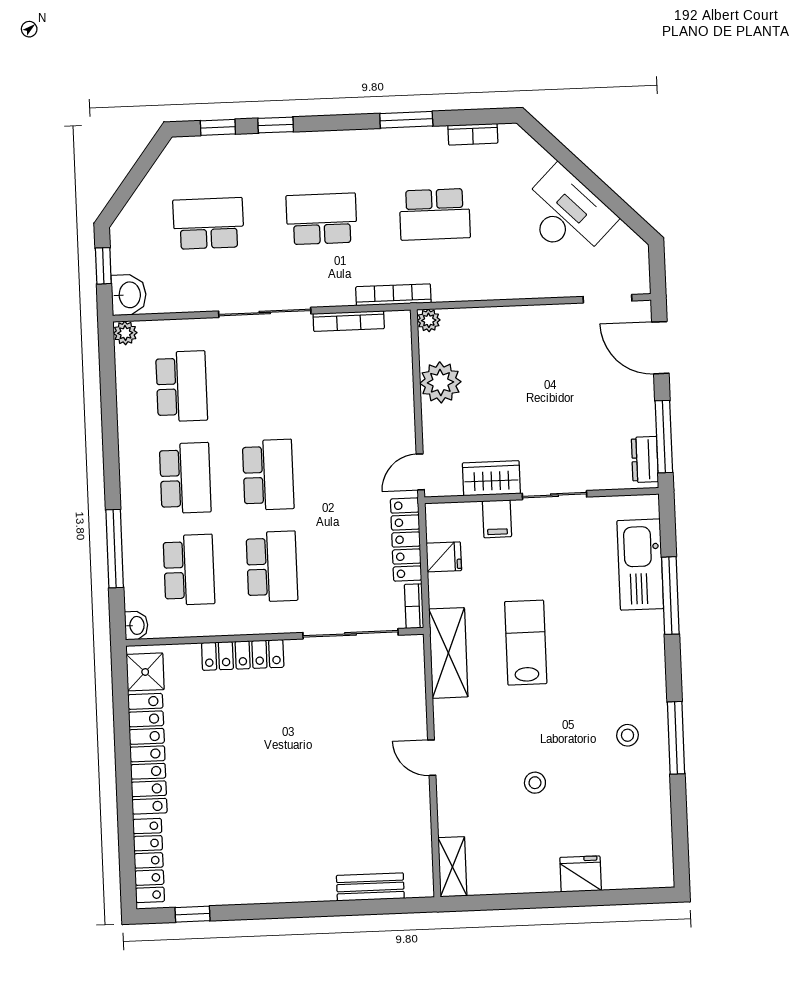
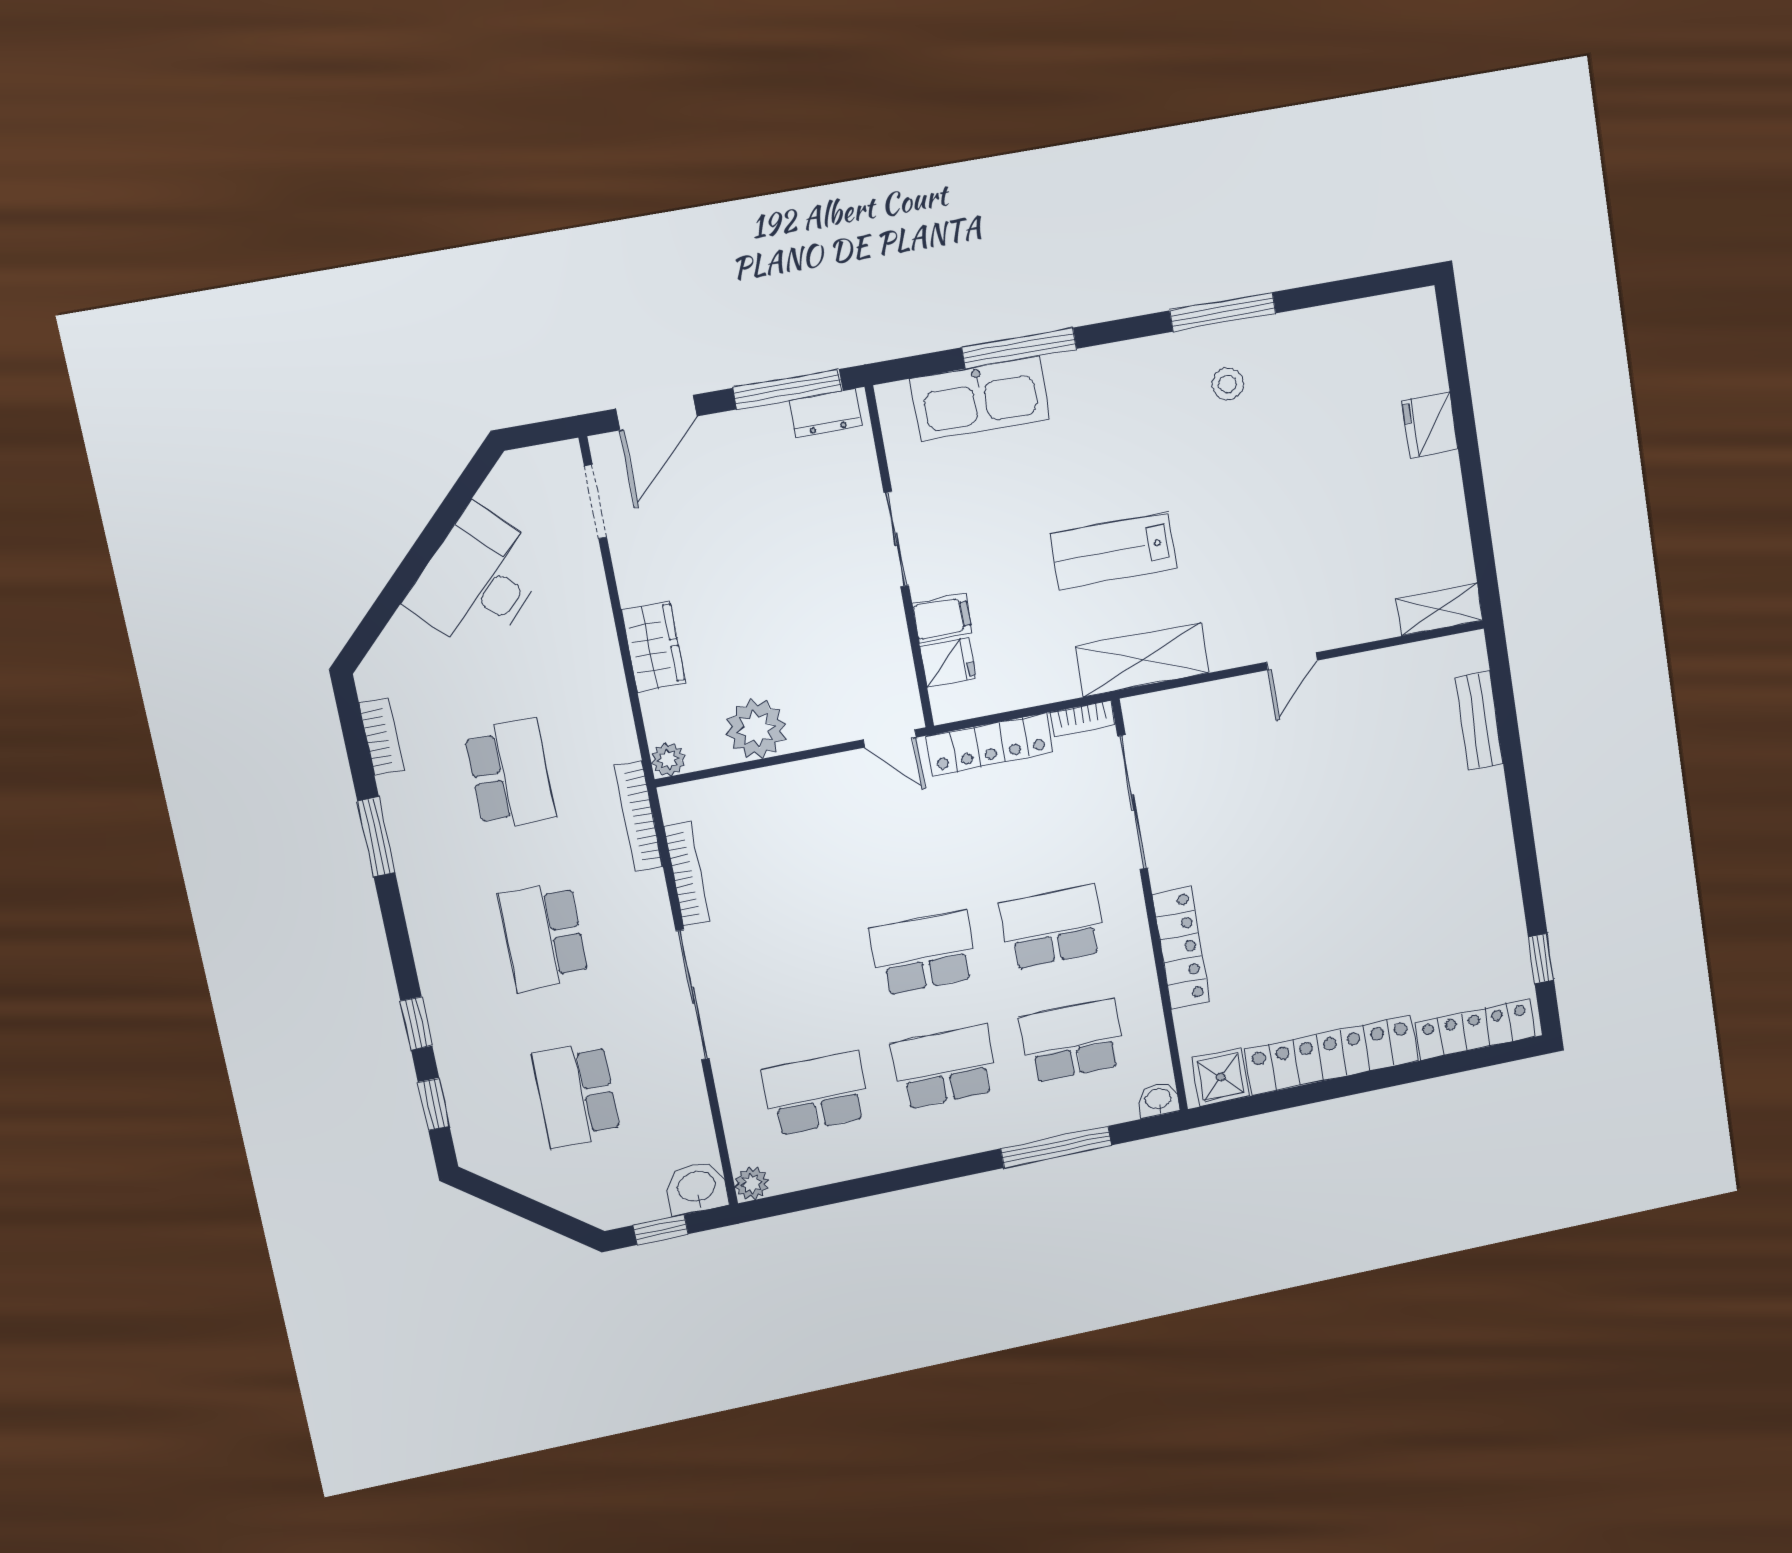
wardrobe: (491, 478) -> (653, 646), moved, turned 180
fridge: (444, 557) -> (948, 662), moved, turned 90
stool: (535, 783) -> (1310, 509), removed

